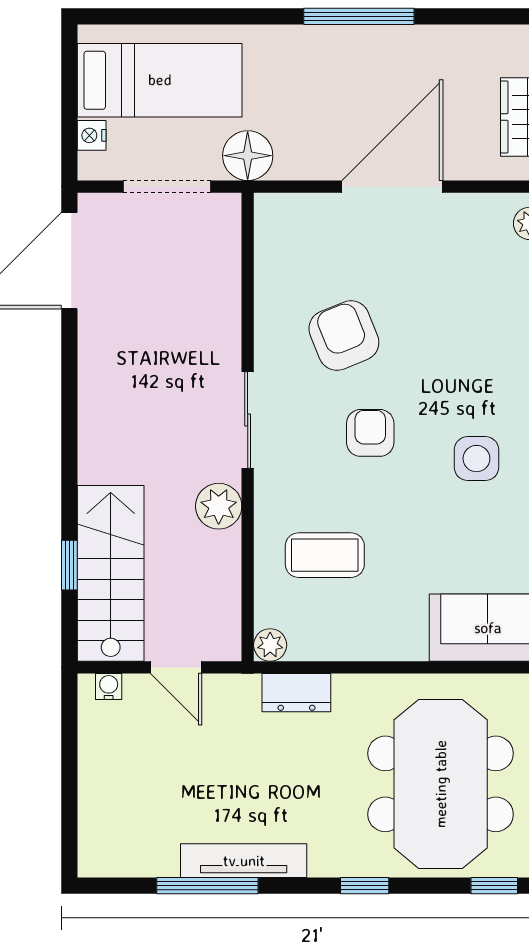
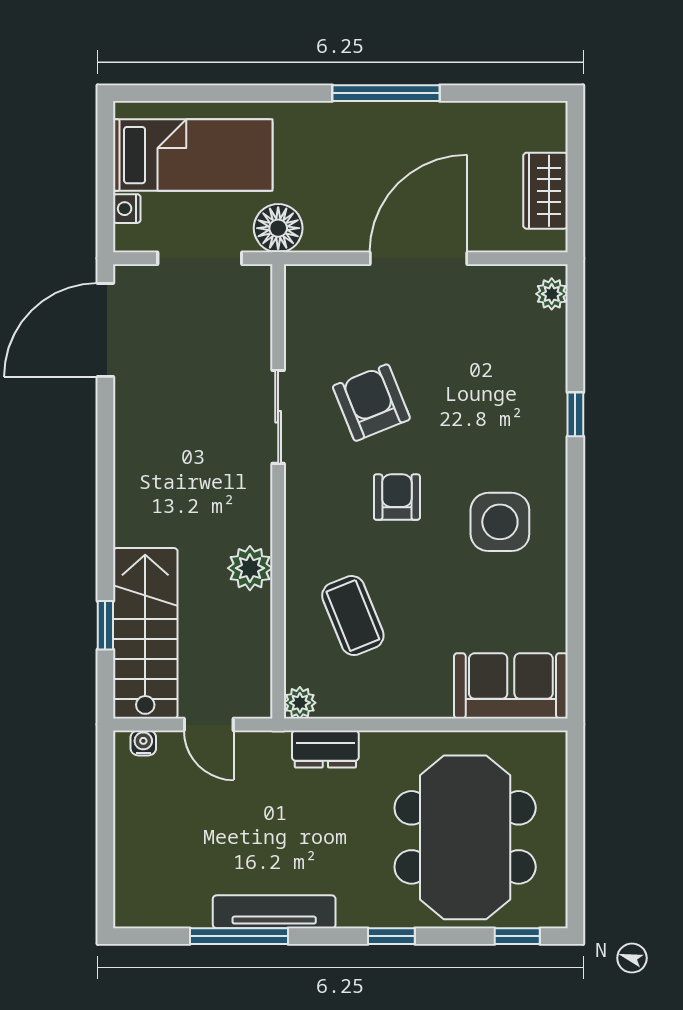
sliding door: (248, 420) -> (278, 417), moved
side table: (476, 459) -> (500, 522), width x1.37, depth x1.37
coffee table: (325, 555) -> (353, 616), turned 68

